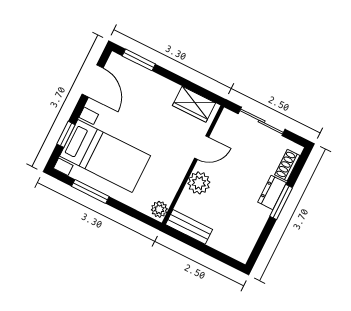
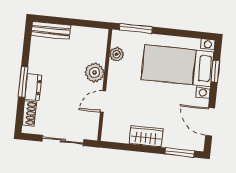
wardrobe: (194, 104) -> (146, 136), moved
window: (90, 191) -> (136, 28), moved
plant: (159, 209) -> (117, 54), moved
bench: (189, 227) -> (51, 30), moved

